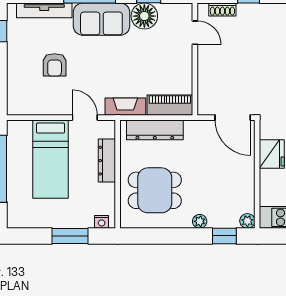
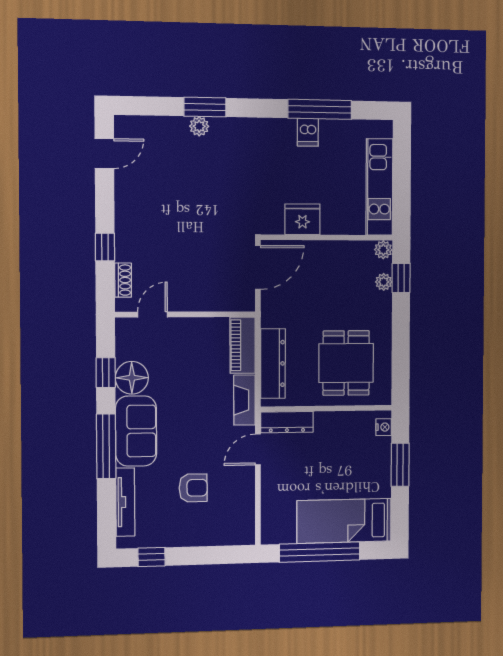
bed: (51, 159) -> (344, 521), moved, turned 180
dresser: (107, 161) -> (287, 422), moved
plant: (200, 221) -> (384, 282), moved

